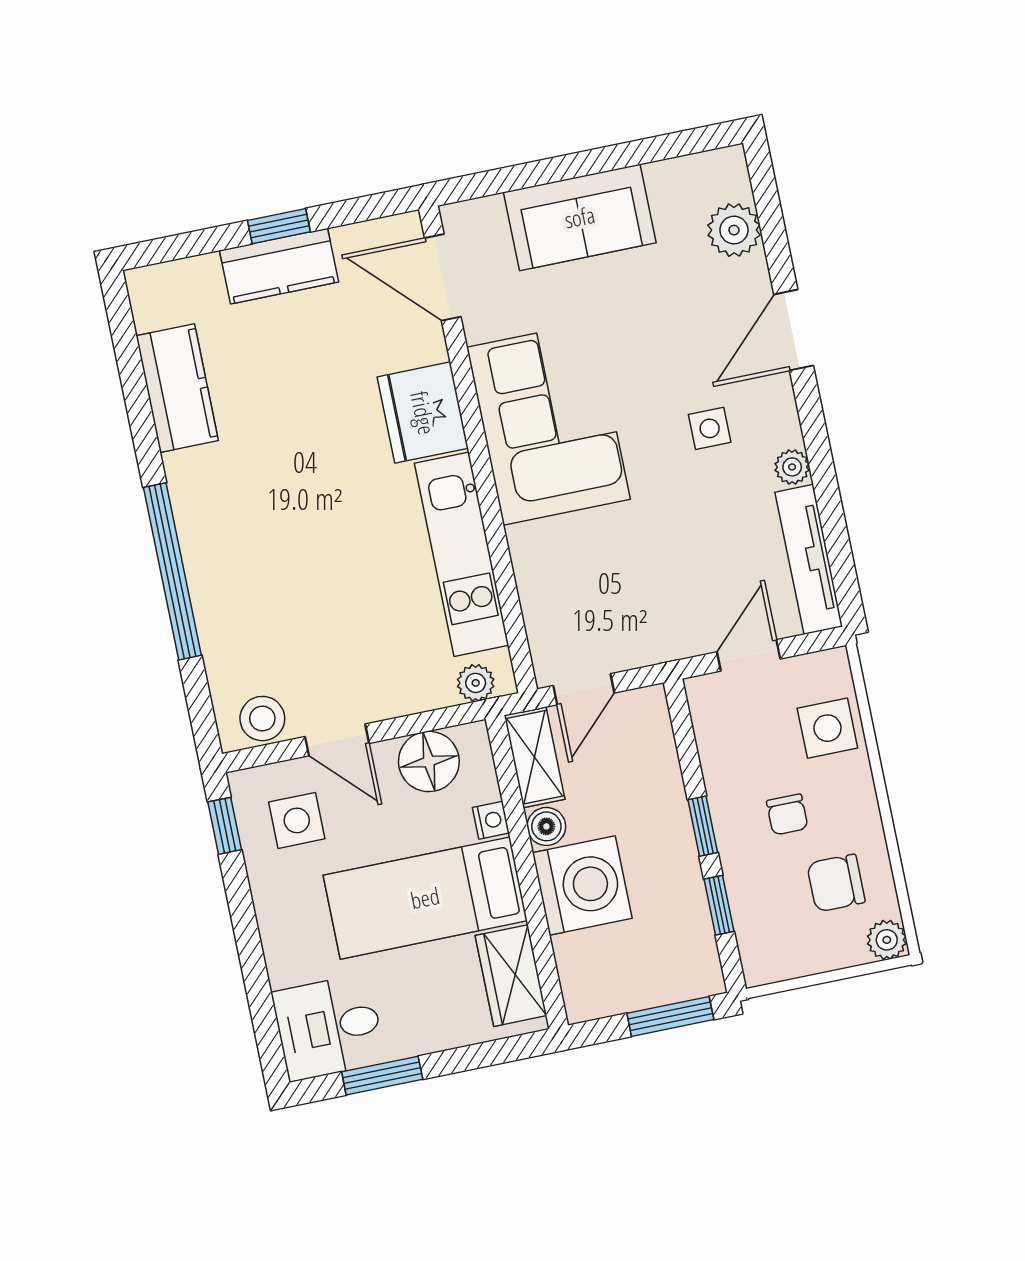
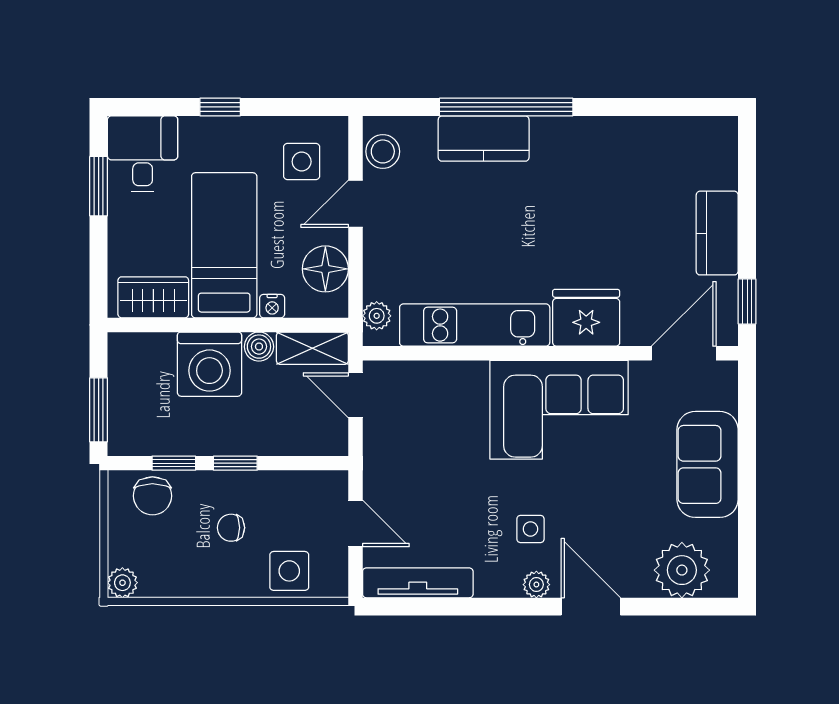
window: (279, 226) -> (747, 301), moved
plant: (734, 230) -> (682, 570), width x1.36, depth x1.36
kitchen counter: (177, 388) -> (484, 139), moved
plant: (792, 467) -> (536, 585), moved
window: (225, 826) -> (220, 107), moved
chair: (836, 883) -> (152, 496), moved, turned 180

